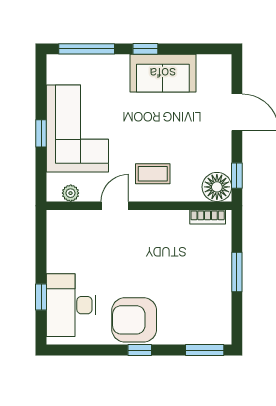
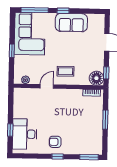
corner sofa: (77, 129) -> (30, 34), moved
armchair: (134, 320) -> (55, 142), width x0.53, depth x0.53

